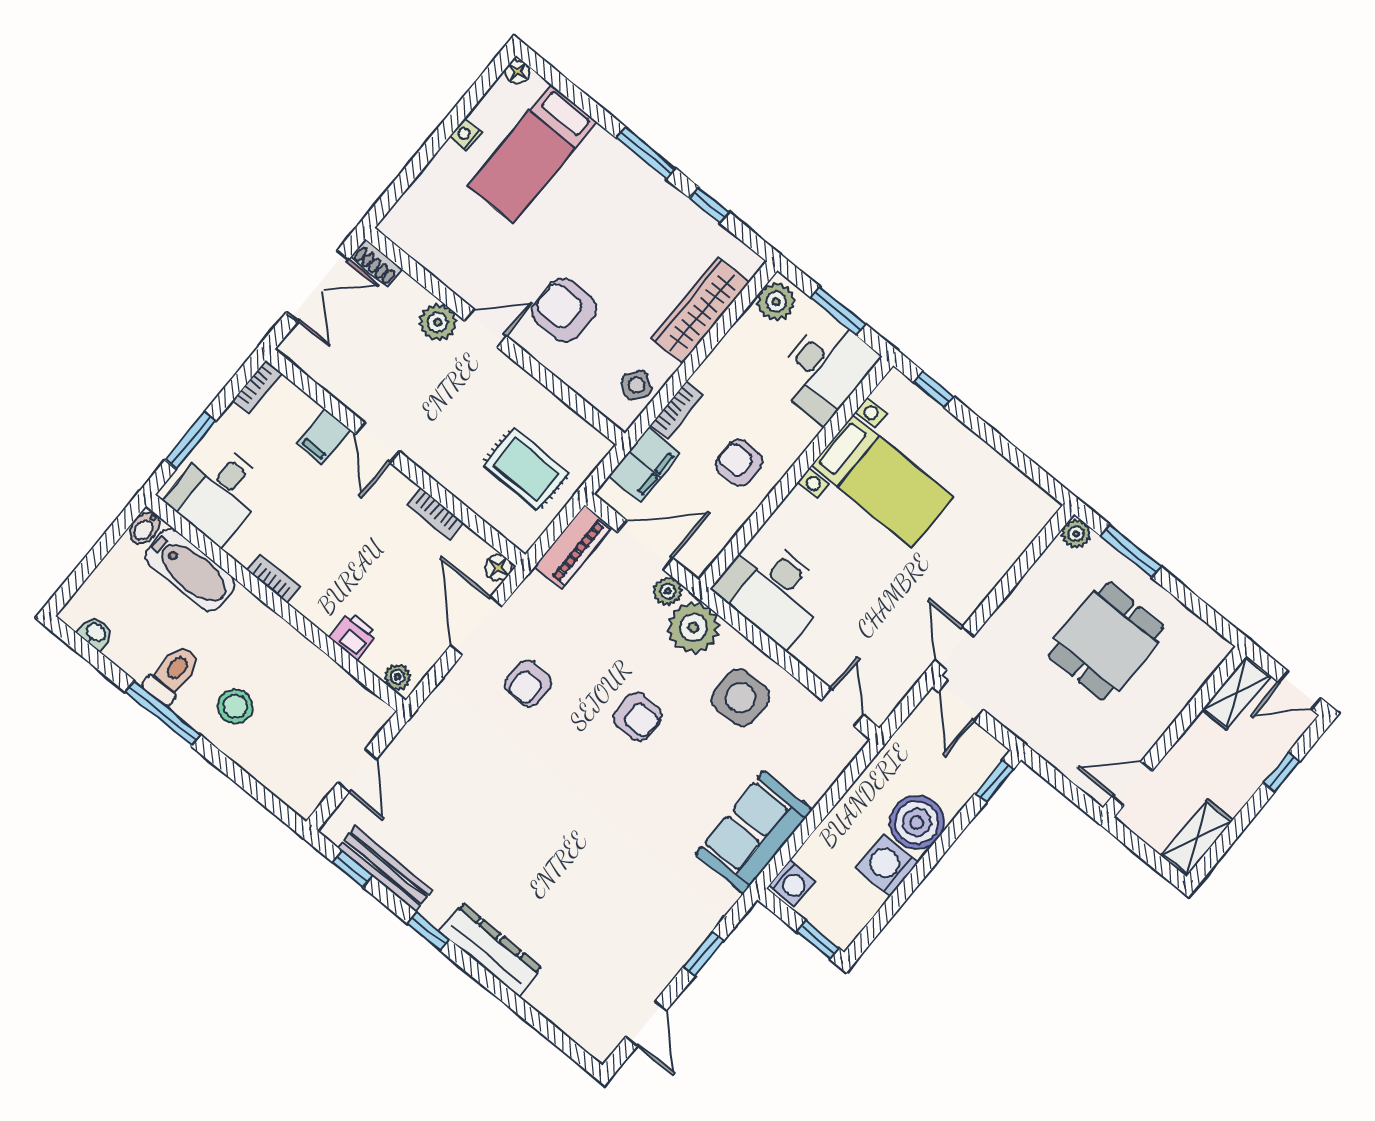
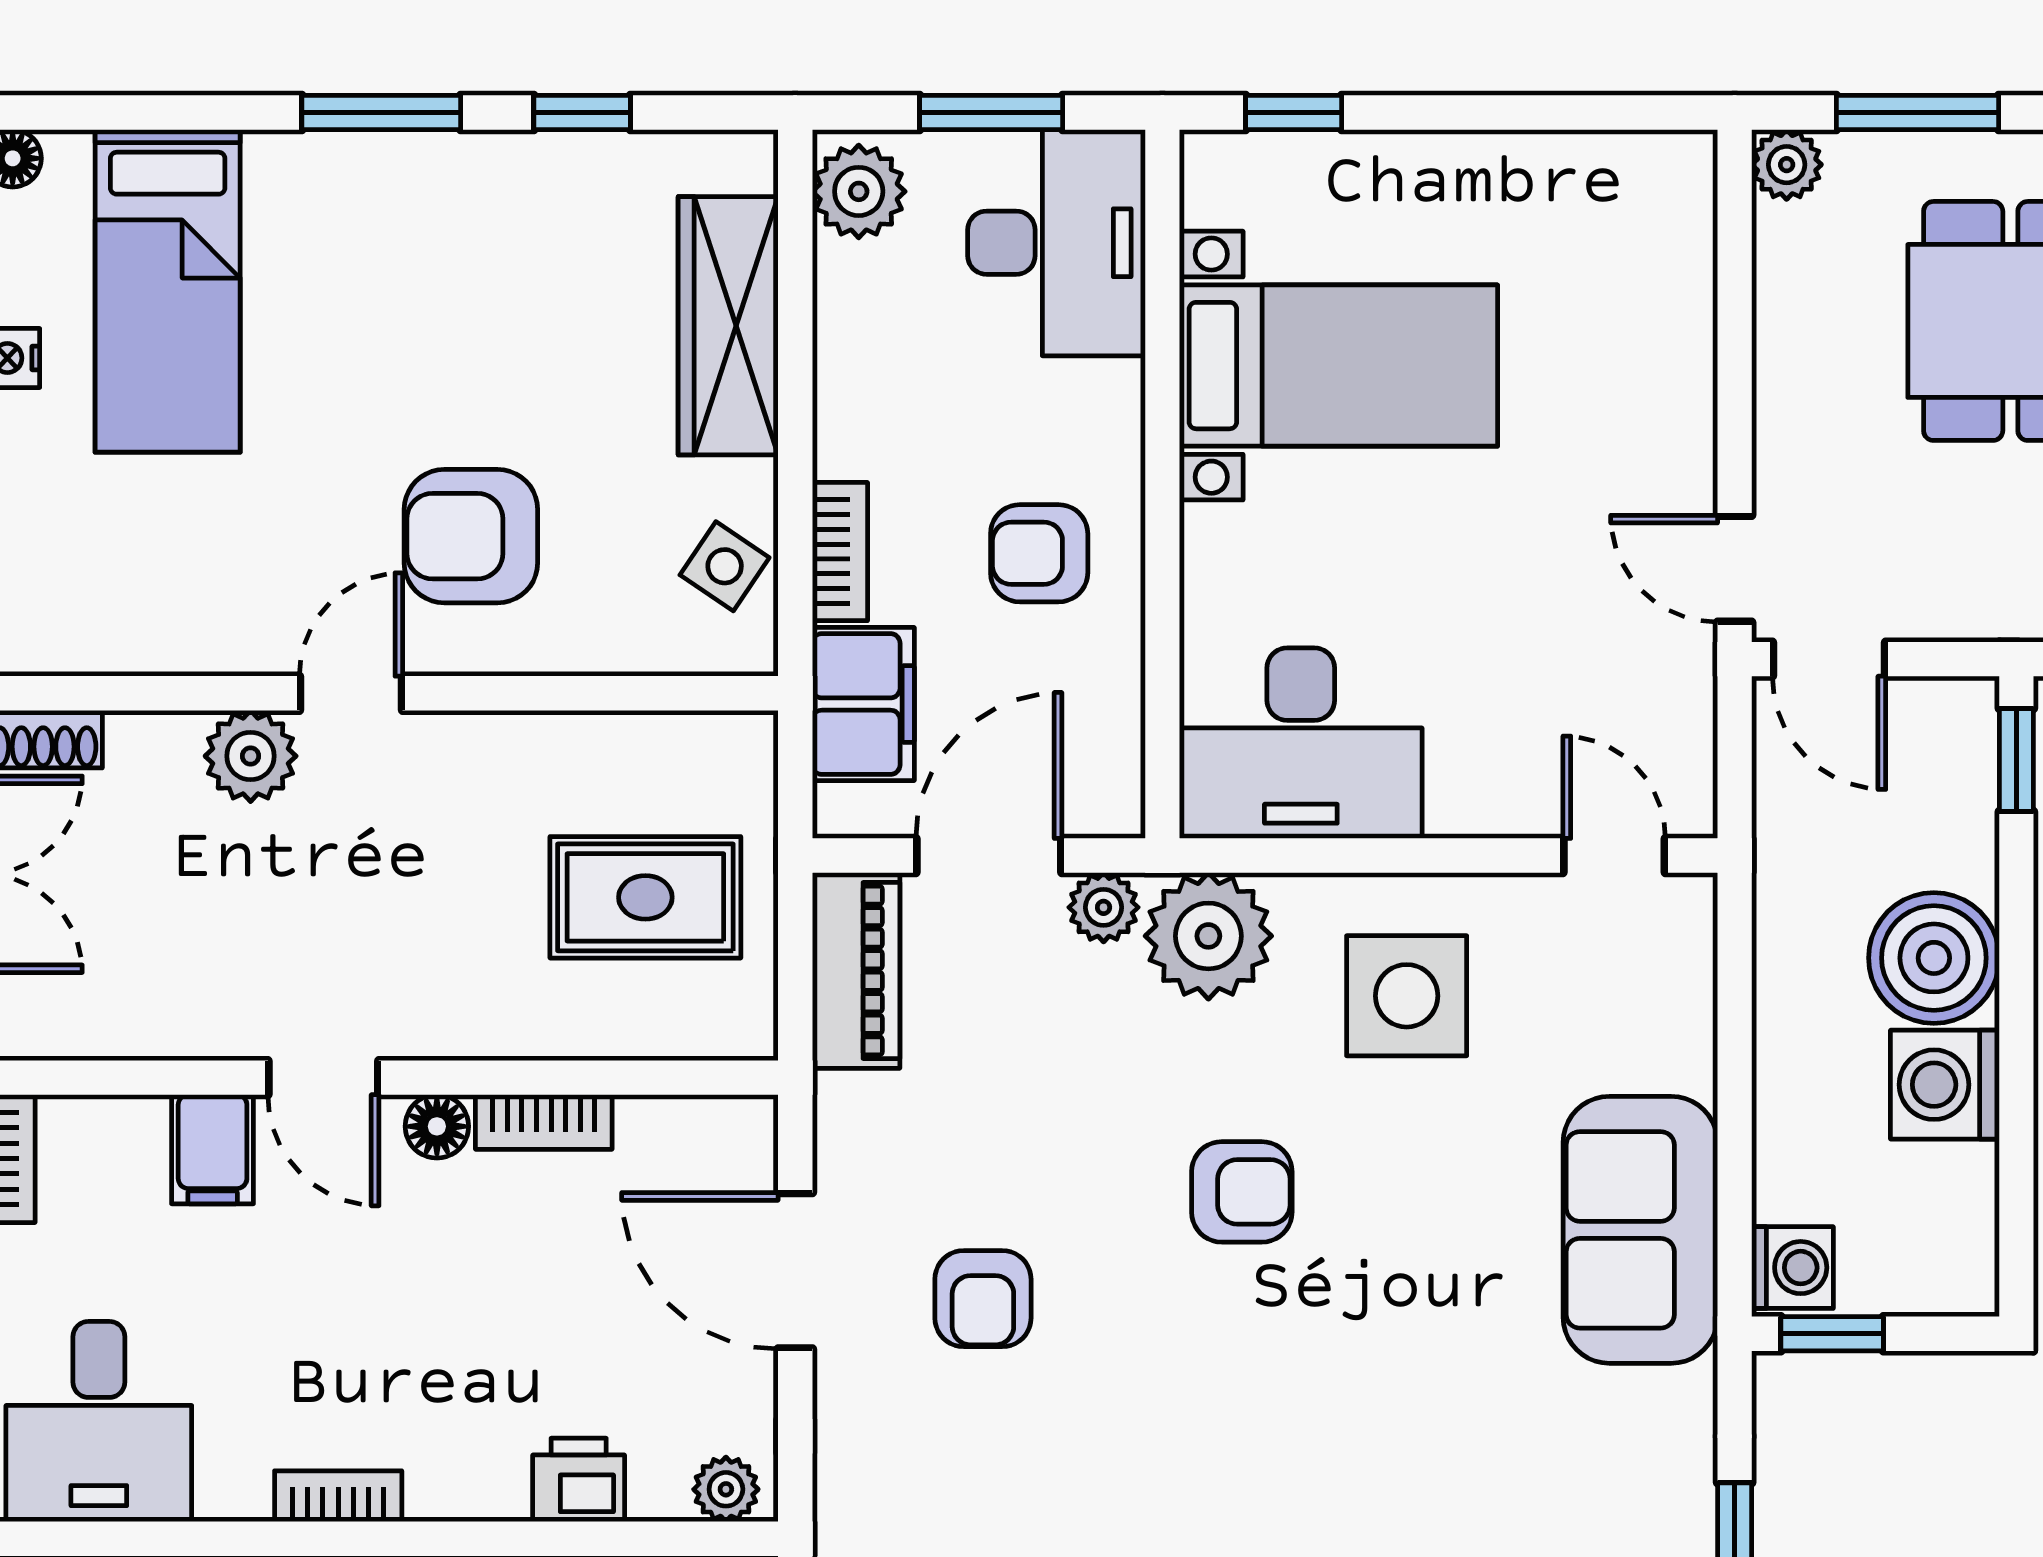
floor lamp: (498, 568) -> (437, 1126), moved
window: (818, 940) -> (1832, 1334), moved

